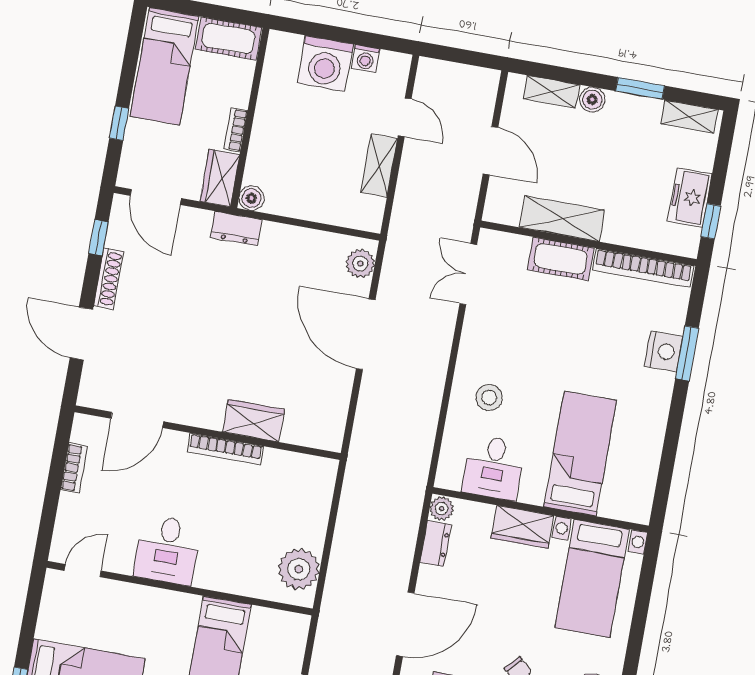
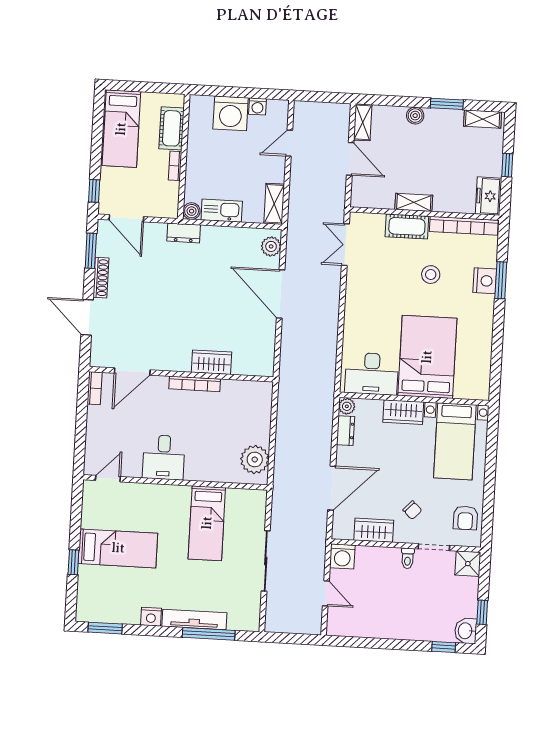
cot: (228, 38) -> (172, 128), moved, turned 90
shelving: (552, 92) -> (363, 122), moved, turned 90
door: (405, 117) -> (289, 143), swing flipped
window: (119, 123) -> (94, 191), moved
shelving: (379, 165) -> (274, 204), moved
wardrobe: (220, 178) -> (168, 200), removed
freezer: (690, 197) -> (488, 196), moved
kitchen sink: (295, 203) -> (222, 211), added
shelving: (562, 219) -> (414, 202), width x0.67, depth x0.75
window: (711, 221) -> (507, 165), moved
window: (99, 238) -> (91, 251), width x1.50
stool: (489, 397) -> (431, 275), moved
bed: (580, 454) -> (427, 357), width x1.50
bookcase: (74, 468) -> (95, 388), moved
desk: (493, 468) -> (372, 374), width x1.37

